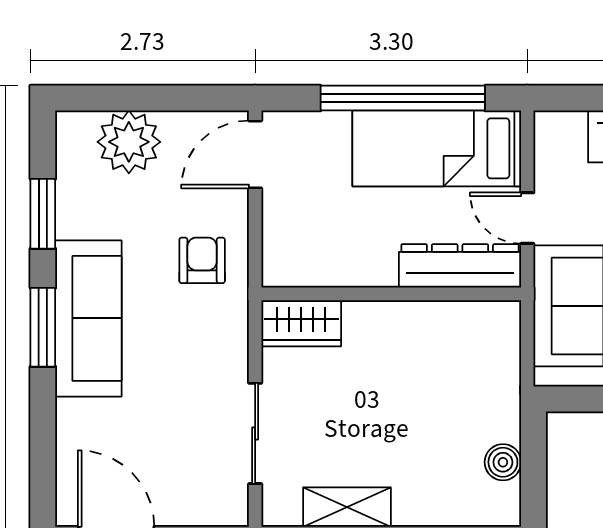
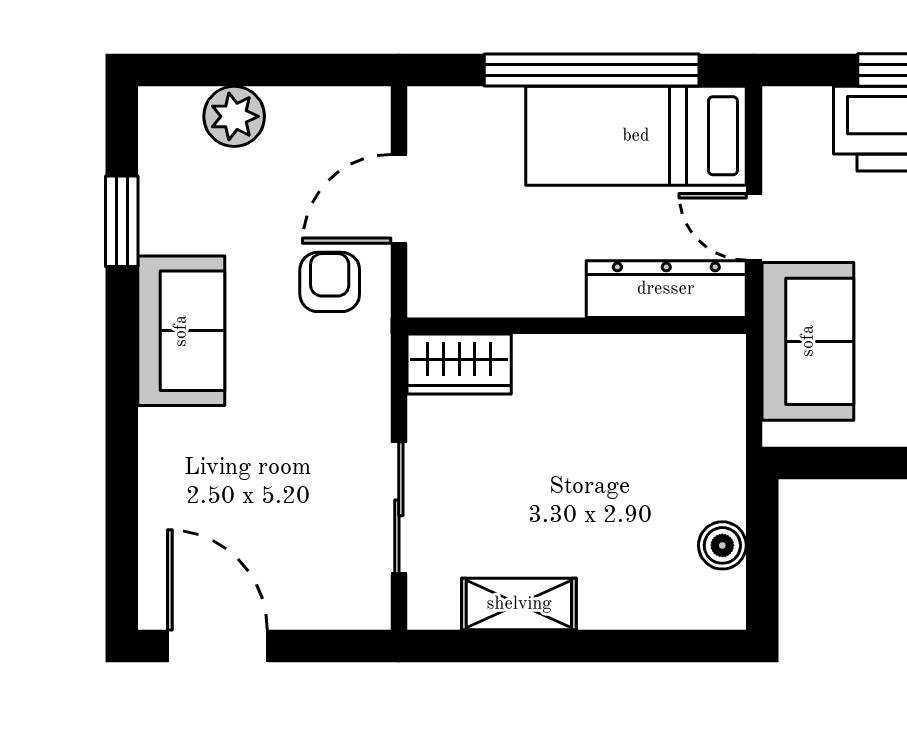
plant: (129, 142) -> (234, 116), width x0.73, depth x0.73
door: (255, 154) -> (399, 199), moved
sofa: (88, 318) -> (181, 331), width x0.73
window: (43, 327) -> (122, 369), removed

